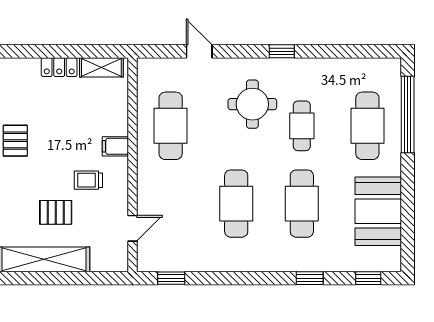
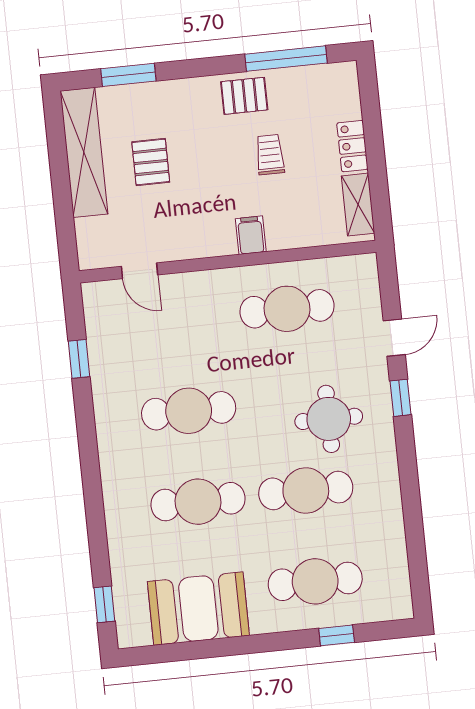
window: (282, 51) -> (400, 398), moved
window: (408, 114) -> (337, 635), width x0.32
cafe table: (302, 126) -> (306, 490), width x1.37, depth x1.35
trolley: (88, 180) -> (270, 155), moved
window: (171, 278) -> (79, 359), moved
window: (310, 278) -> (96, 523), removed

